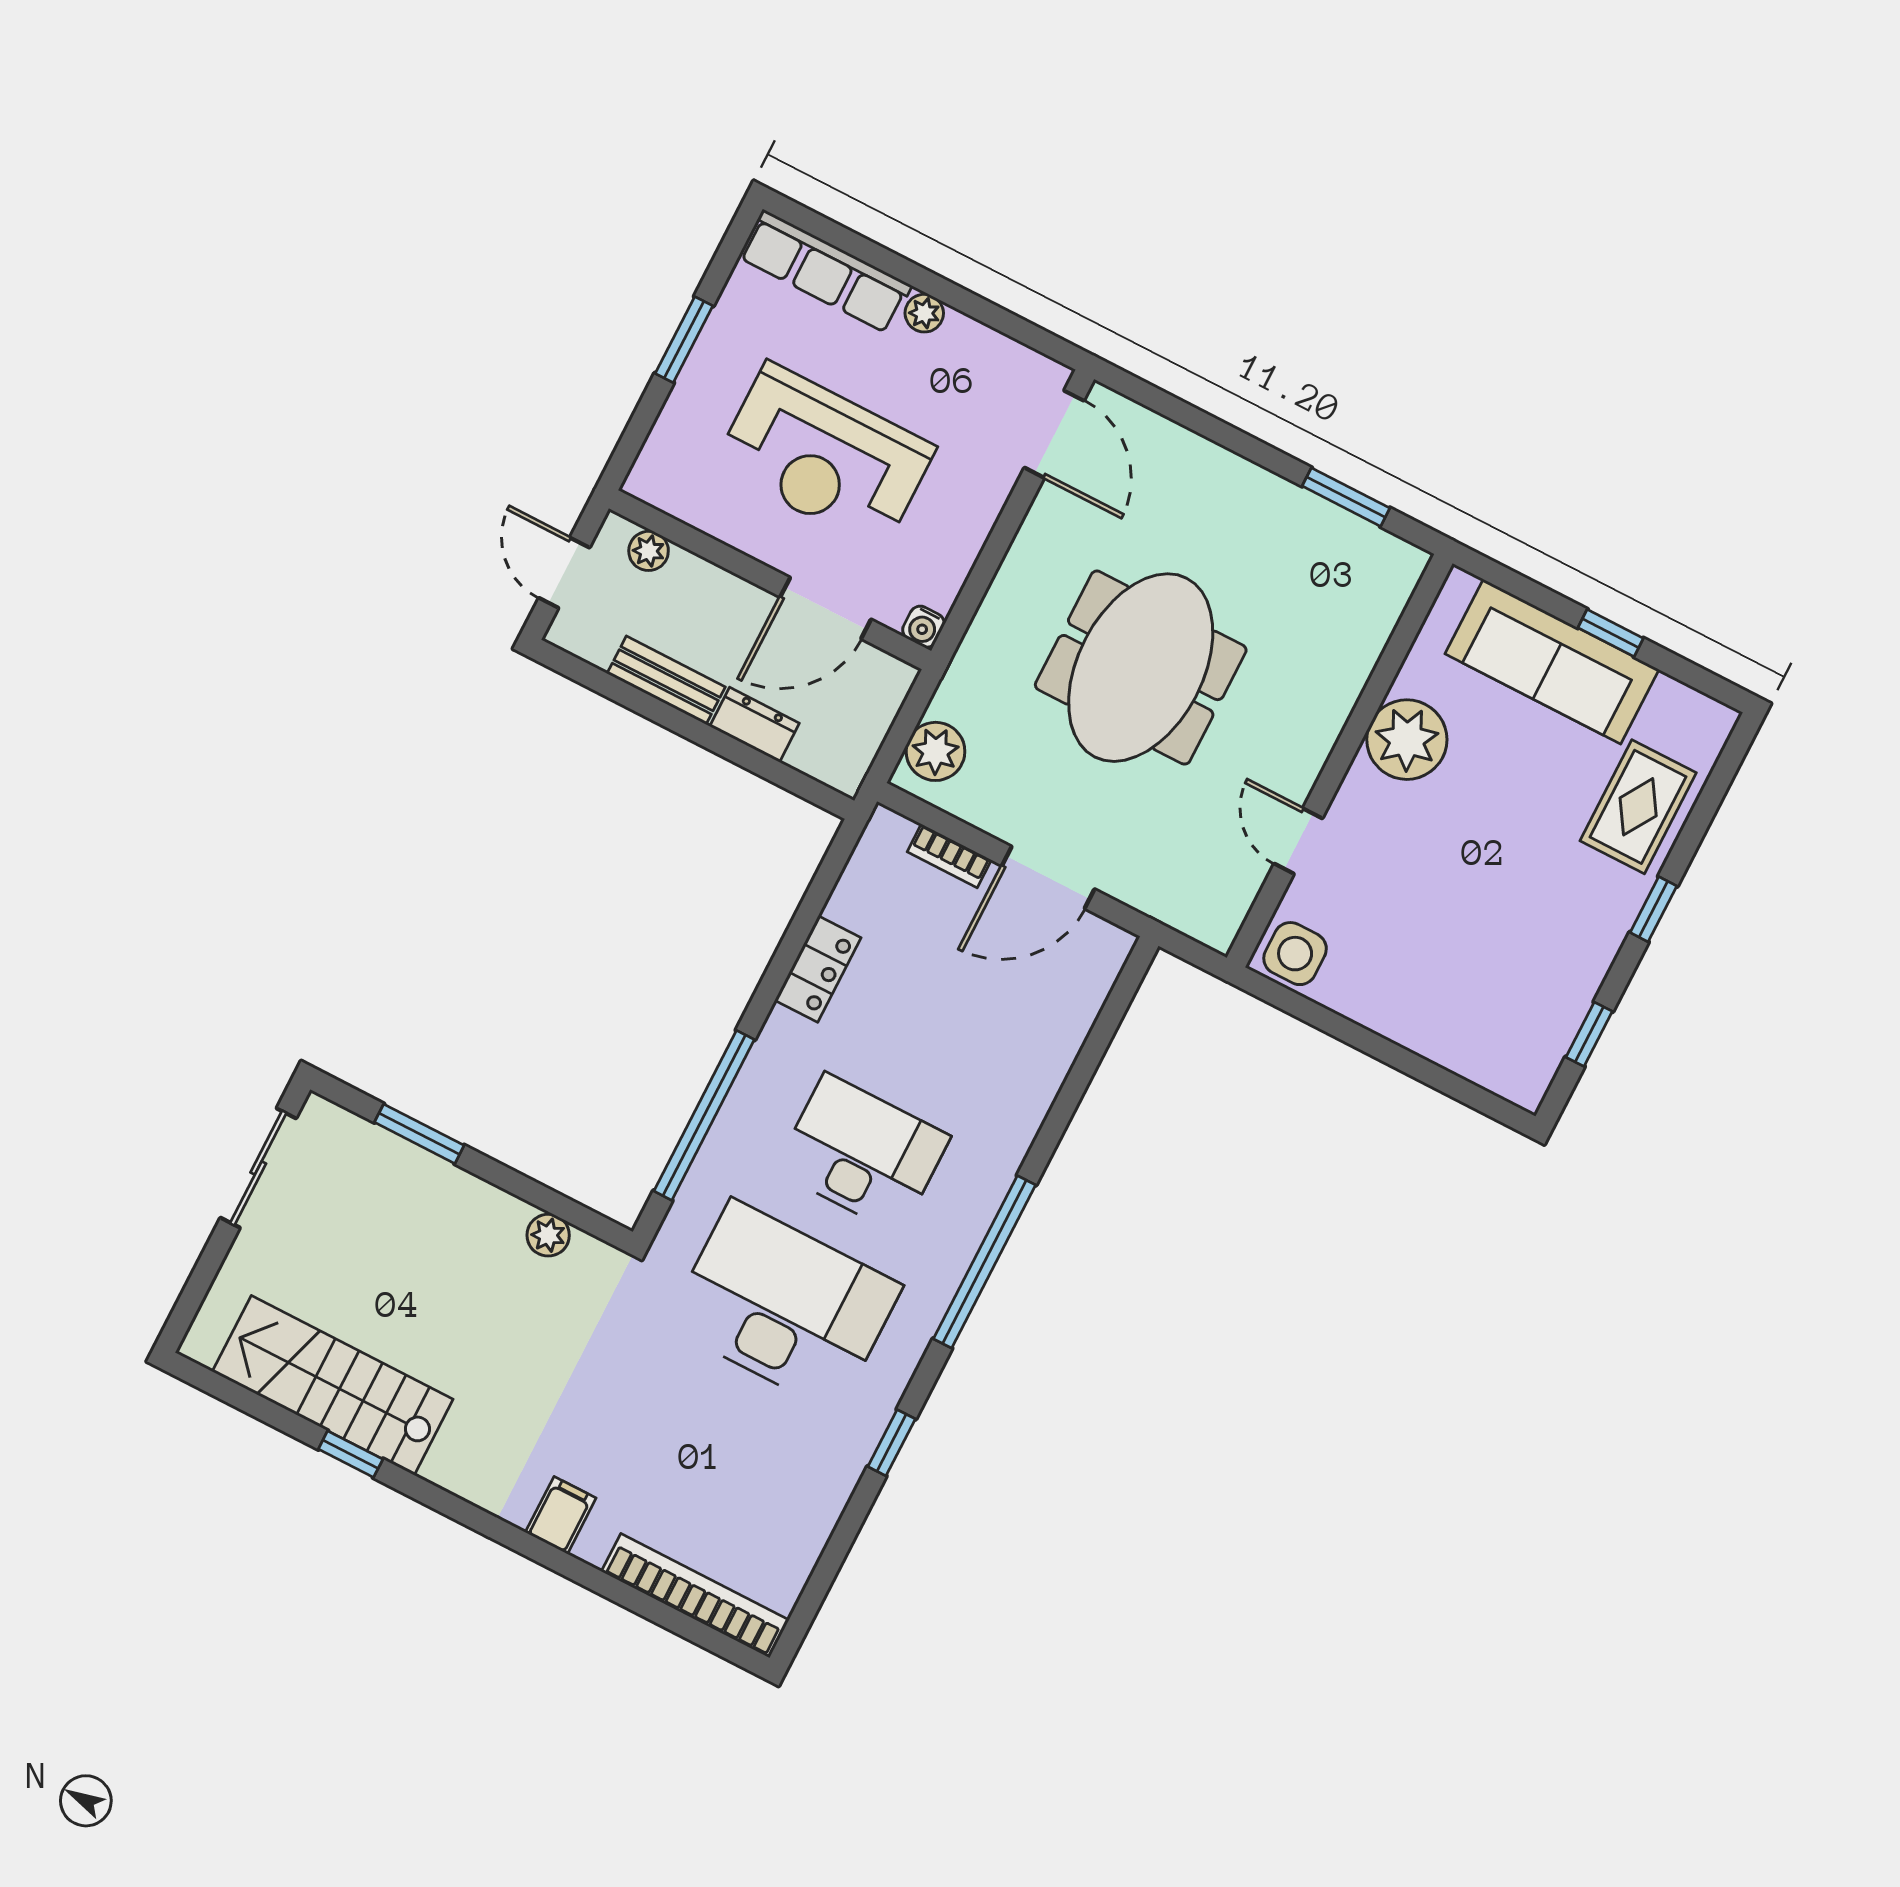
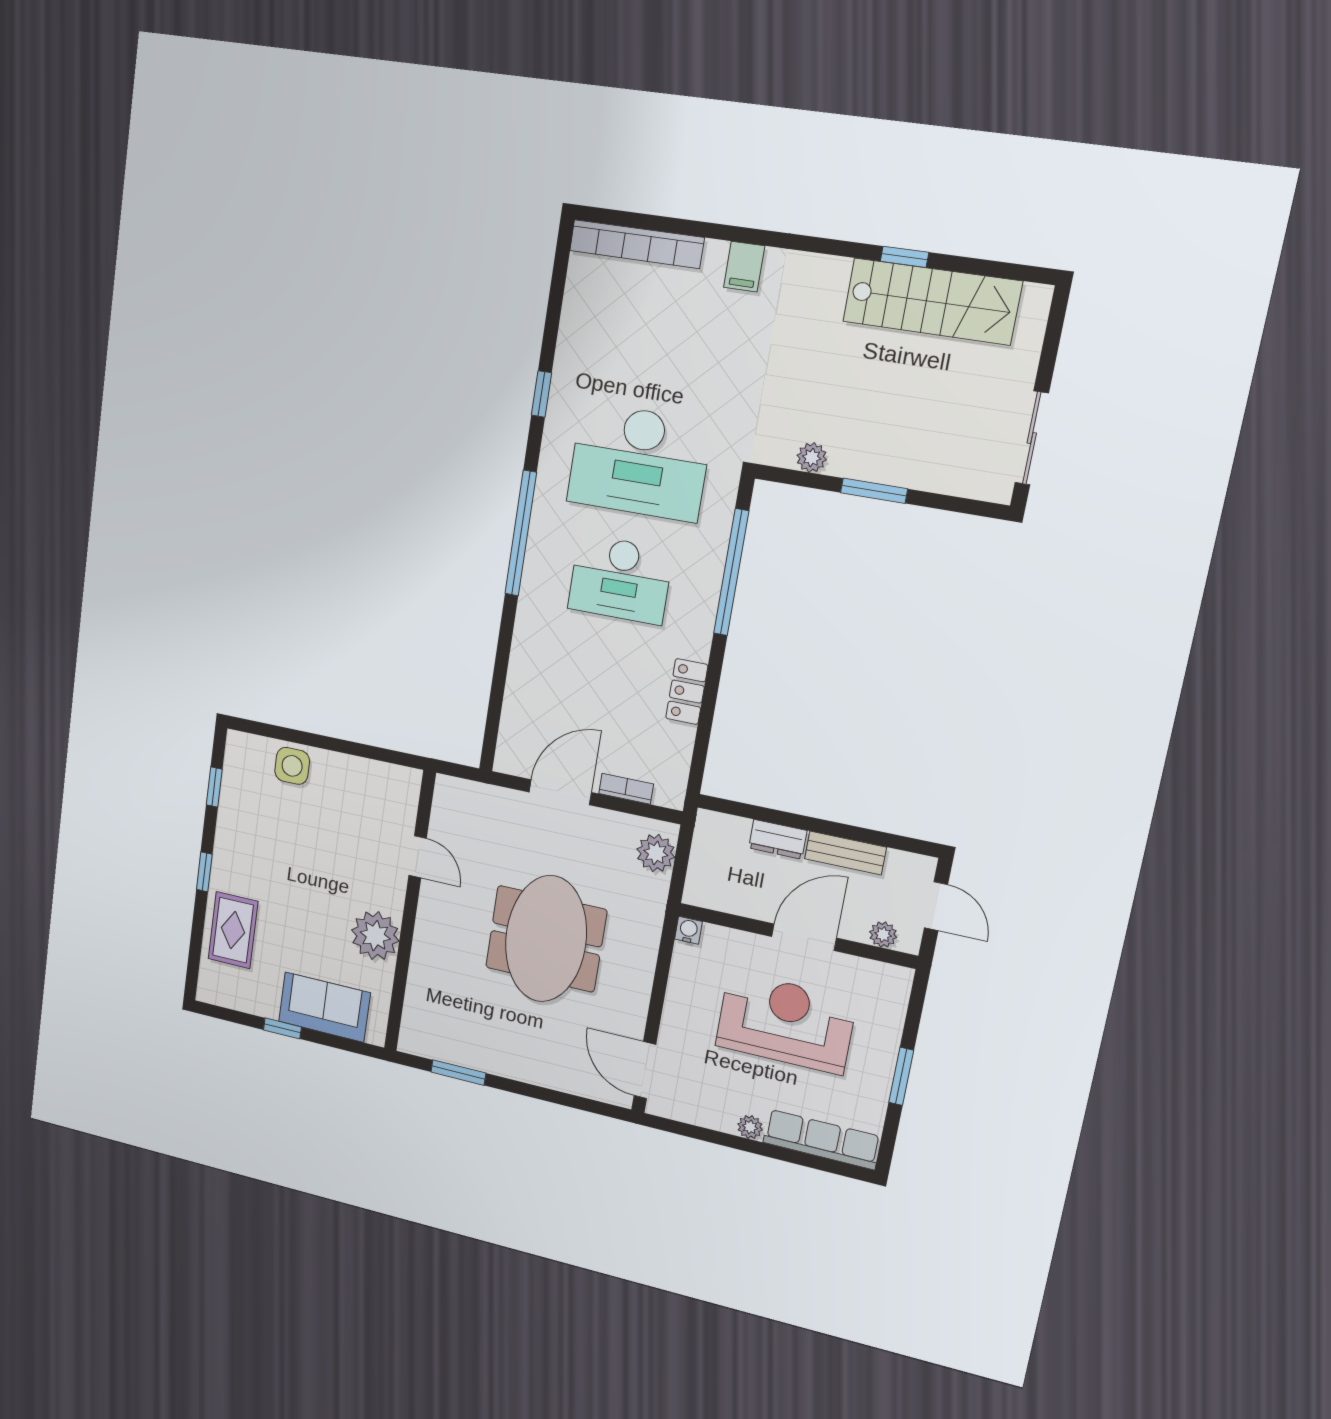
door: (826, 608) -> (804, 937), moved
sofa: (1552, 662) -> (324, 1007), width x0.73
side table: (1295, 954) -> (292, 766), moved
window: (419, 1134) -> (874, 491), moved

